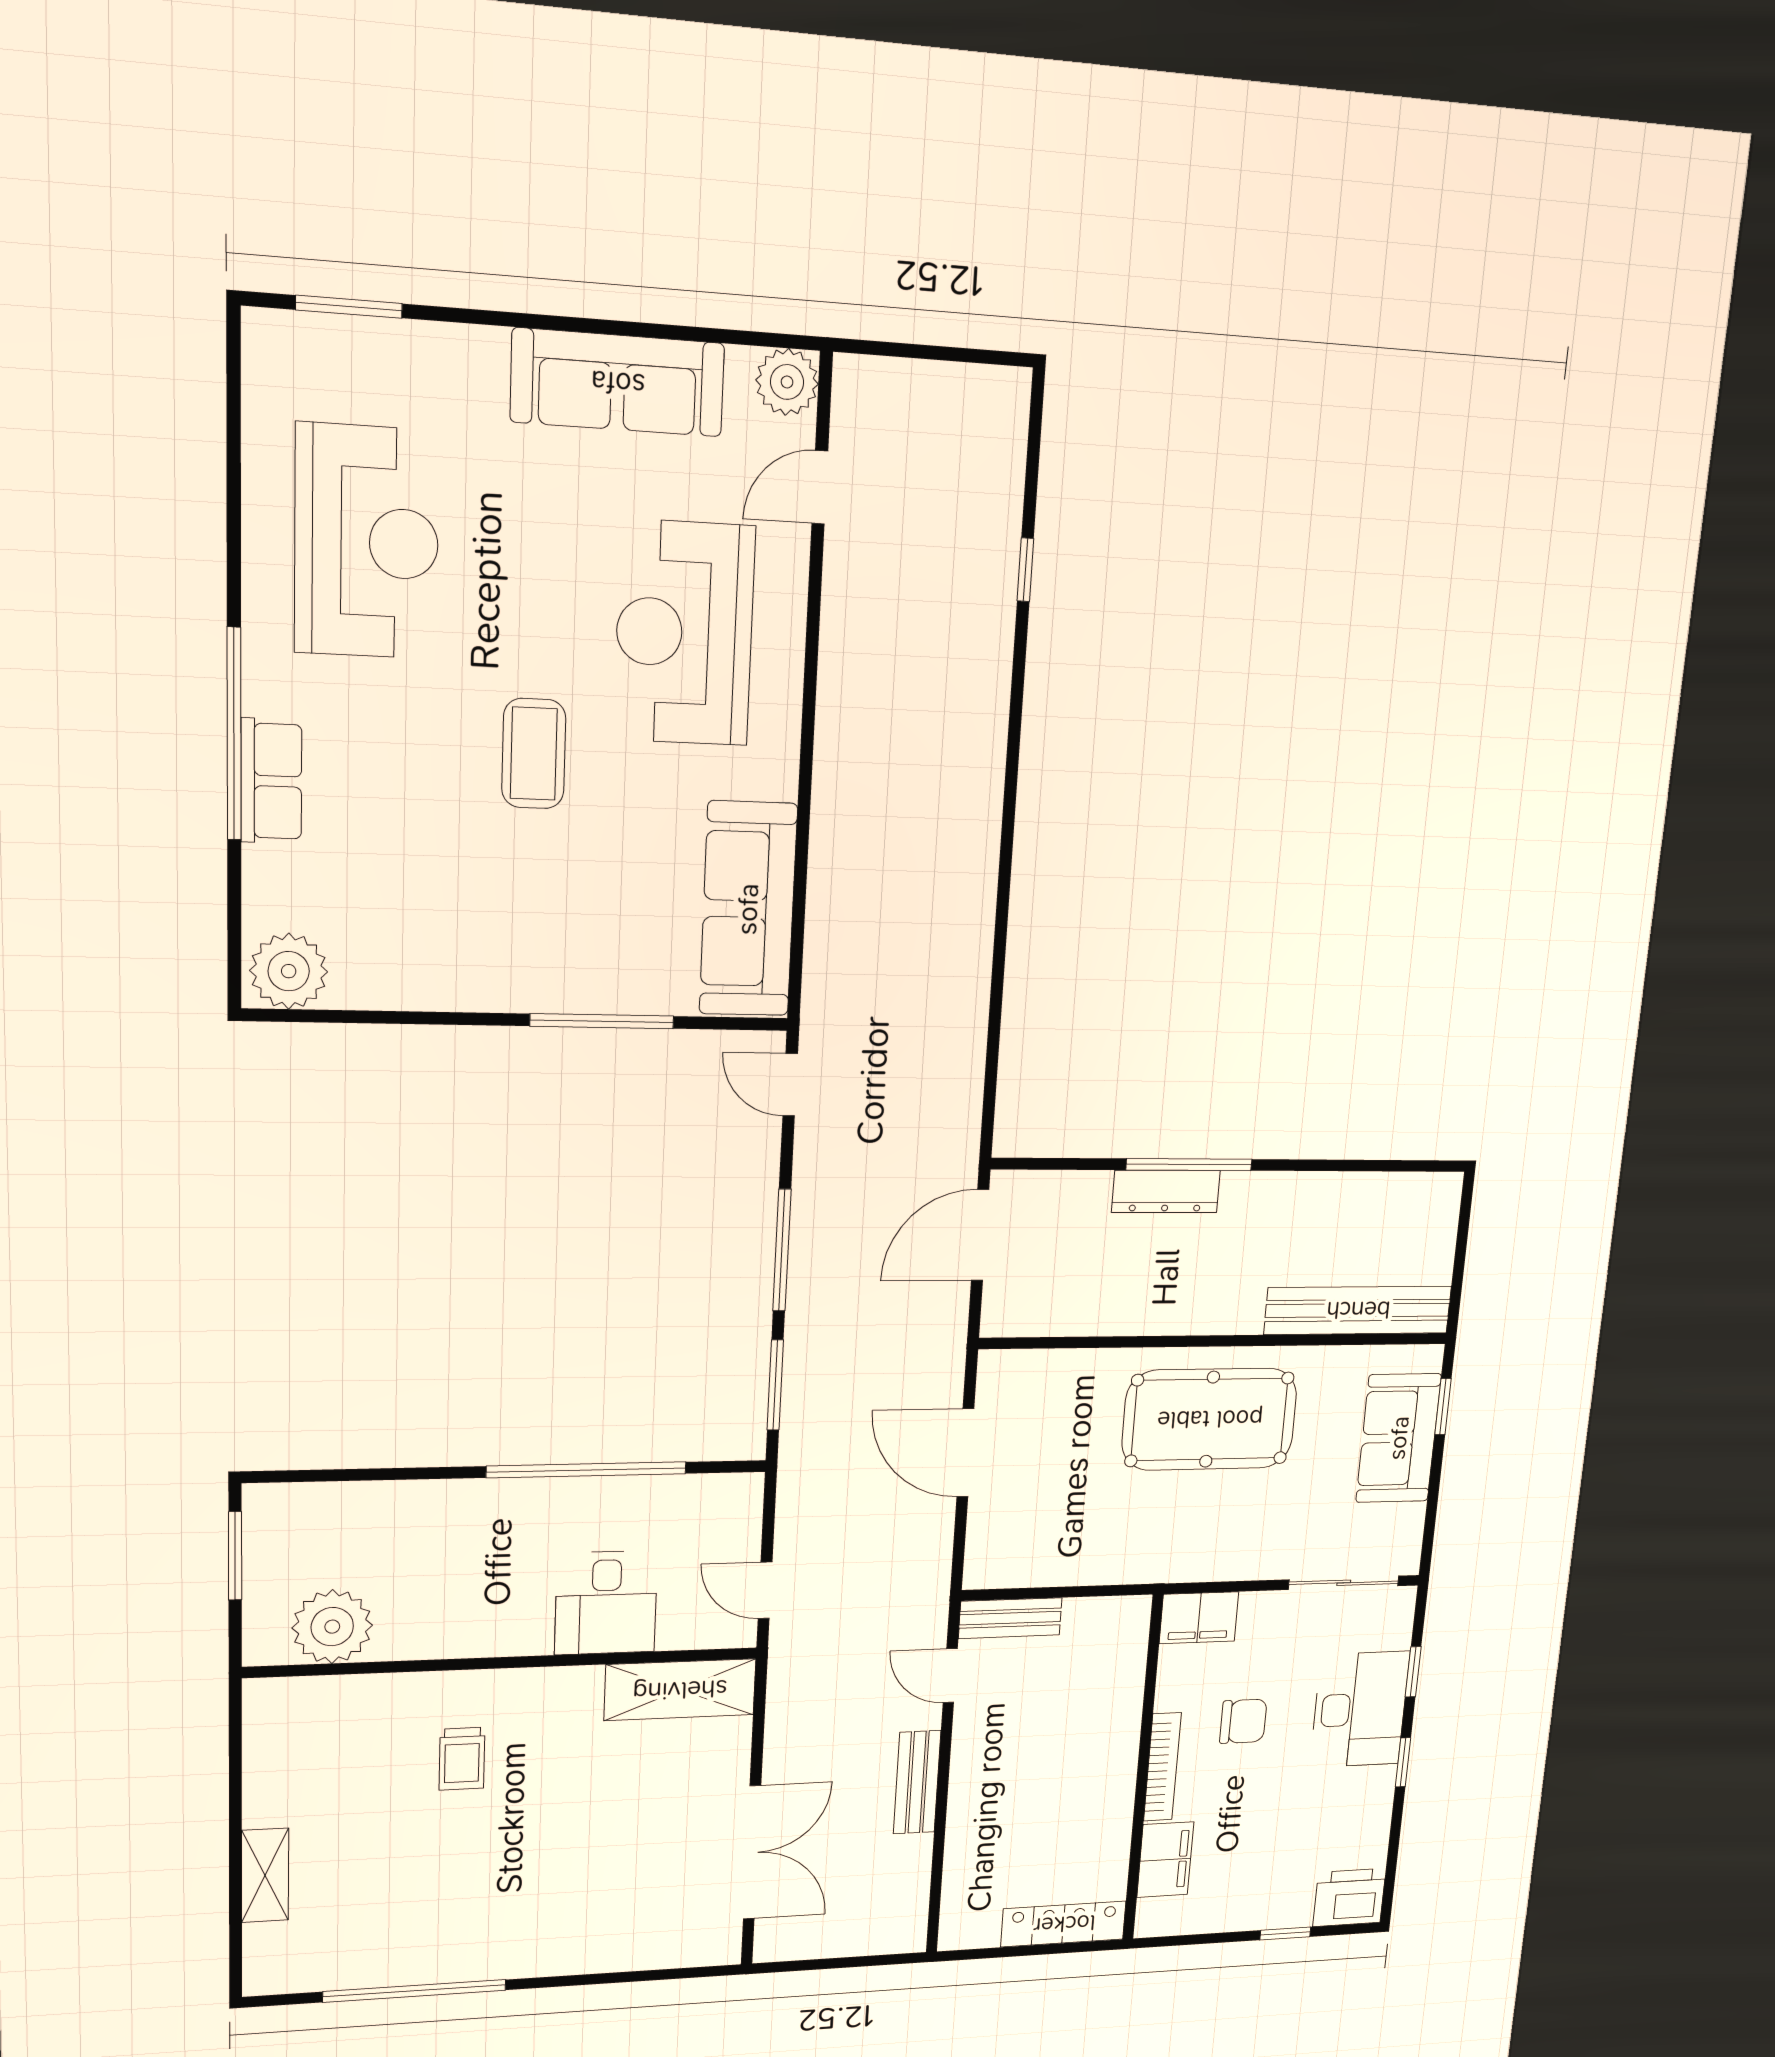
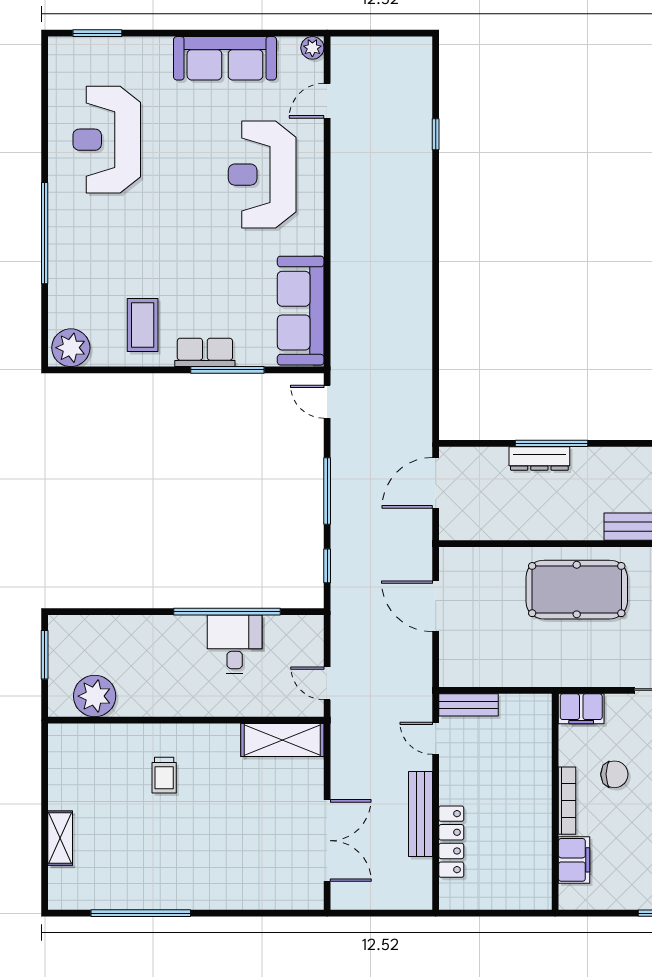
plant: (787, 382) -> (312, 48), width x0.73, depth x0.73
reception desk: (367, 542) -> (107, 140), turned 180
coffee table: (534, 754) -> (143, 325), moved
row of seats: (271, 781) -> (205, 352), moved, turned -90
window: (775, 1385) -> (327, 566), width x0.67
desk: (606, 1603) -> (235, 644), moved, turned 180
bench: (917, 1782) -> (420, 814), width x1.36
locker: (1064, 1924) -> (451, 842), moved, turned 90

